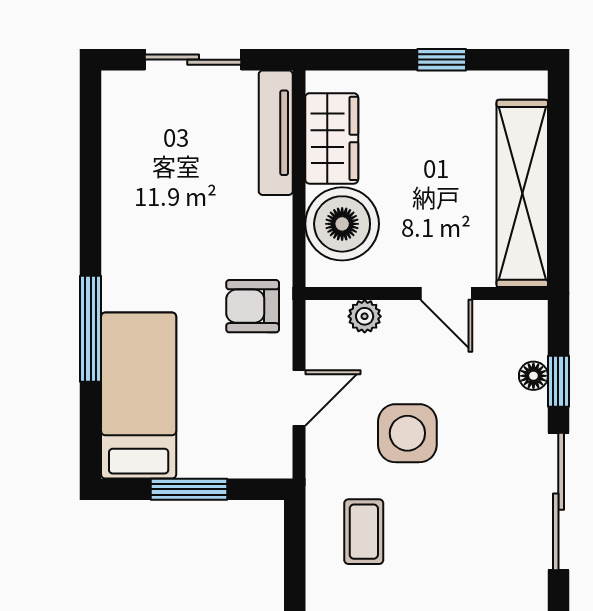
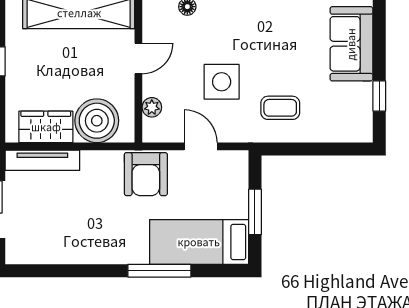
armchair: (253, 306) -> (146, 174), width x1.38, depth x1.38

